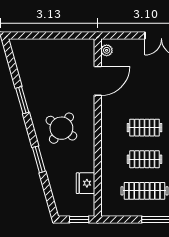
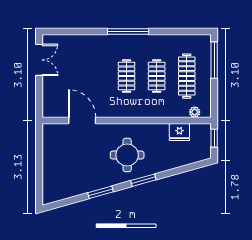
plant: (107, 50) -> (195, 112), moved
round table: (61, 128) -> (127, 155), turned -35
window: (39, 159) -> (143, 180), moved

